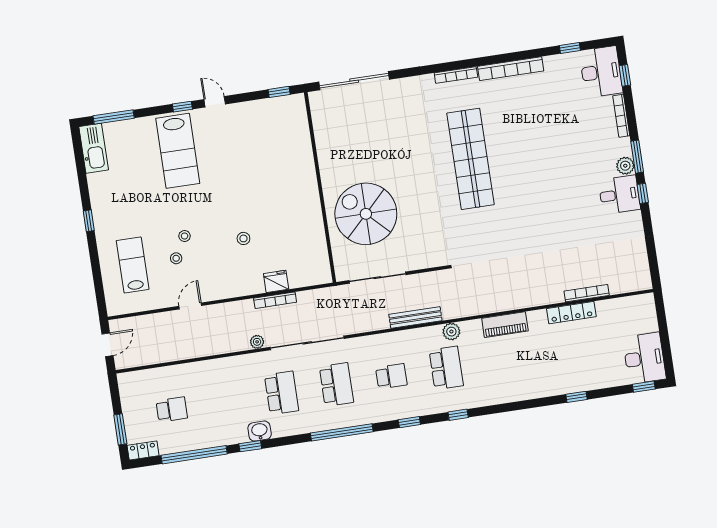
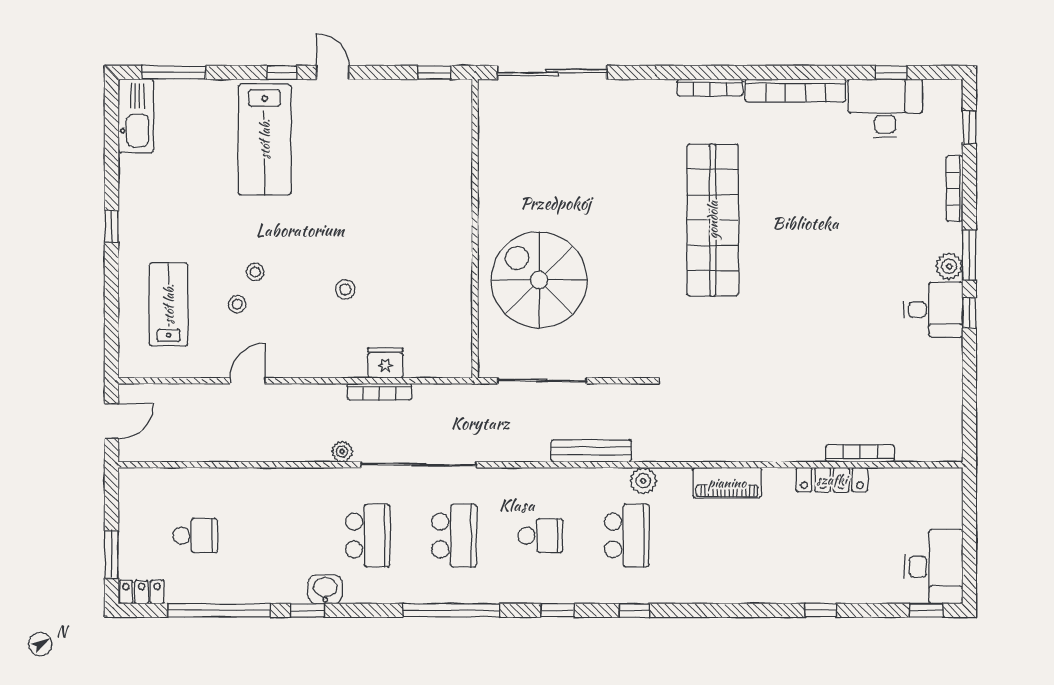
desk: (601, 72) -> (885, 108), moved, turned -90

